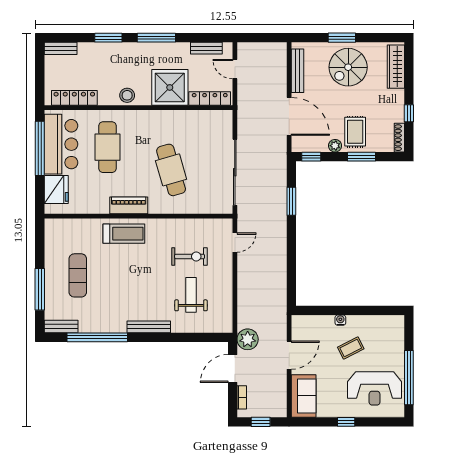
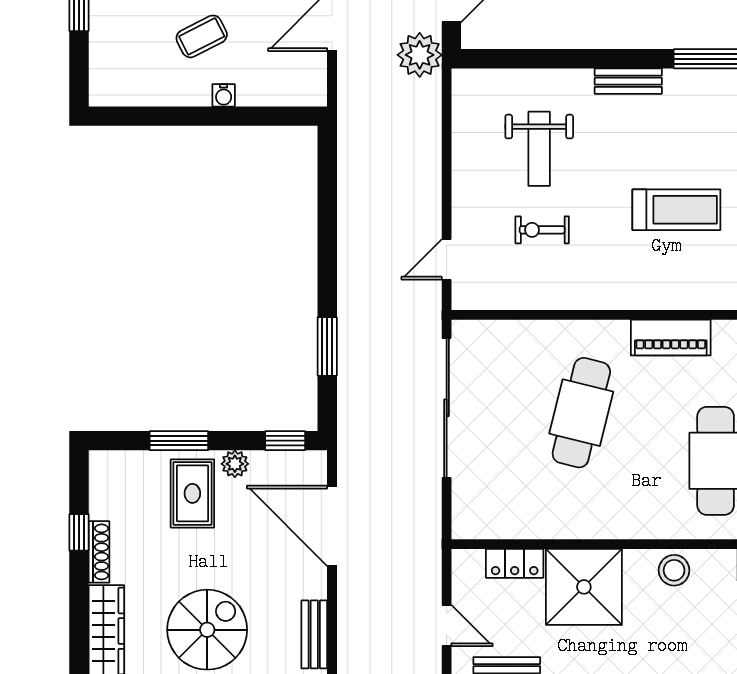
bench: (297, 71) -> (314, 634), width x0.73
locker: (210, 99) -> (515, 563), width x0.66
shoe rack: (399, 138) -> (99, 552), moved
cafe table: (171, 170) -> (581, 413), turned 30
treadmill: (124, 234) -> (676, 210), moved, turned 180
exercise bike: (190, 256) -> (542, 230), width x0.73, depth x0.72
bench: (149, 327) -> (628, 81), width x0.73

